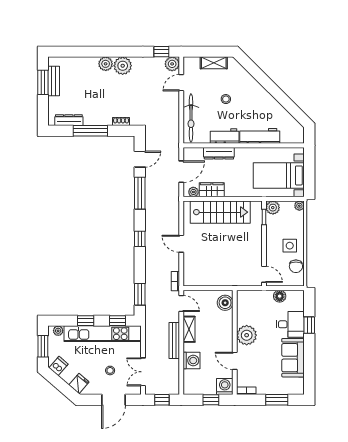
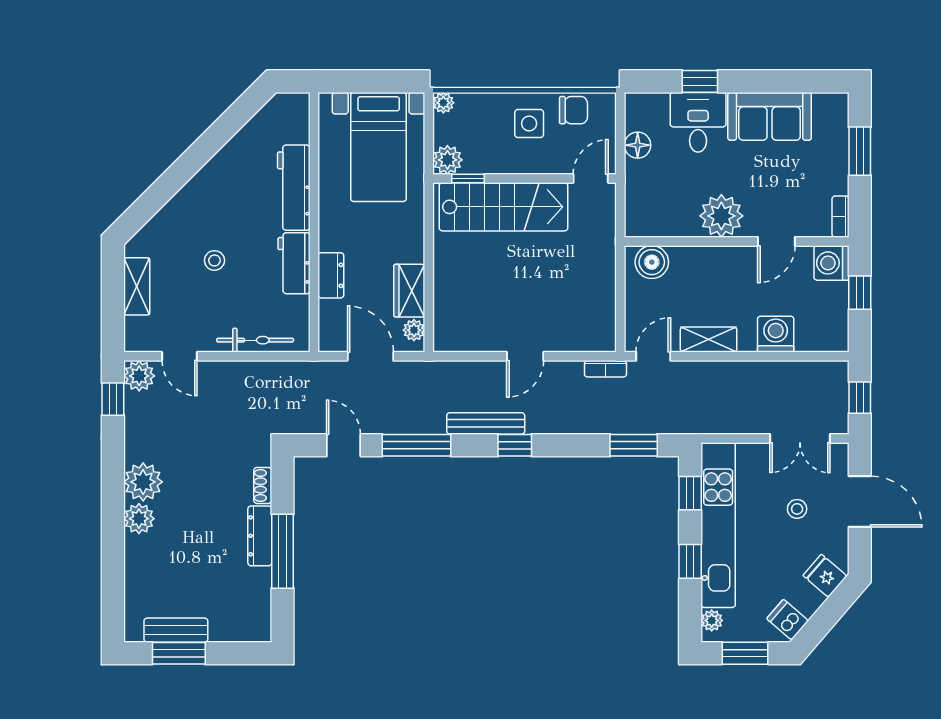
bicycle: (191, 118) -> (255, 340), width x0.73, depth x0.71
dresser: (69, 120) -> (260, 536), moved
dresser: (219, 153) -> (331, 275), width x0.70
stairs: (220, 212) -> (503, 207), moved, turned 90
bench: (174, 340) -> (486, 423), moved

